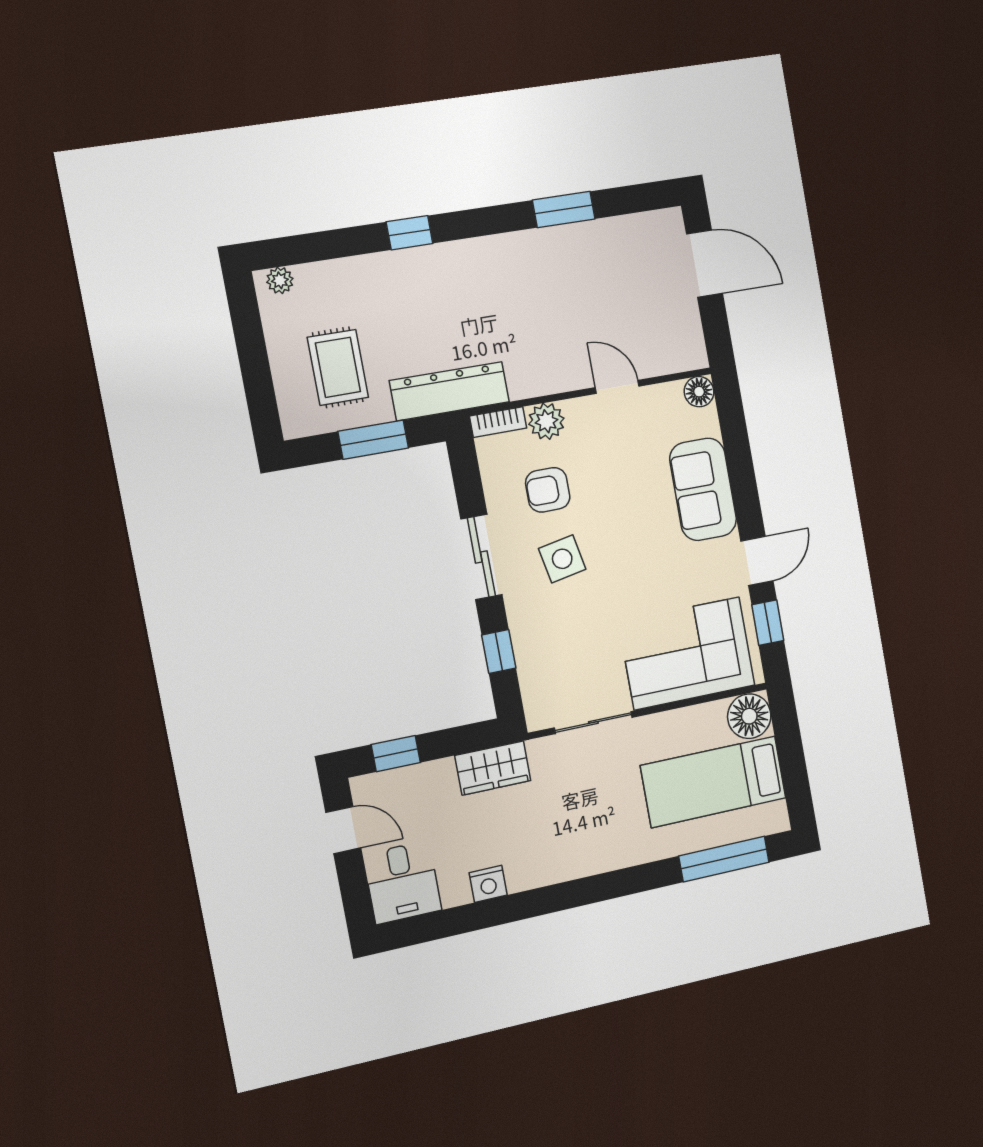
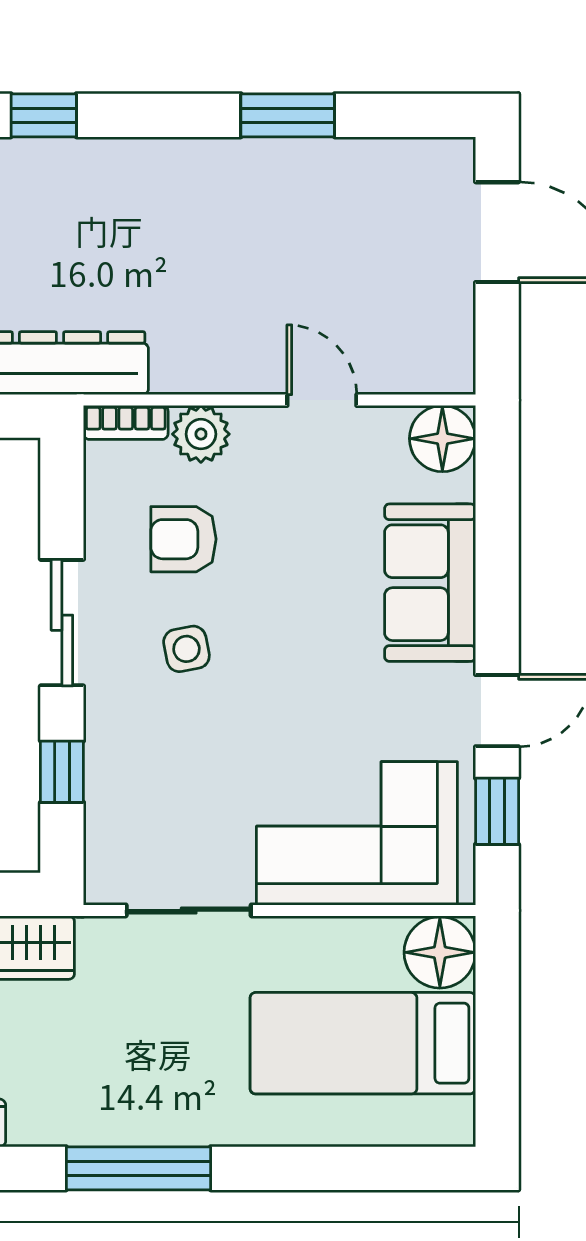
floor lamp: (699, 392) -> (442, 439), width x1.38, depth x1.38
side table: (562, 559) -> (186, 649), width x0.73, depth x0.73
window: (724, 859) -> (138, 1168), moved

